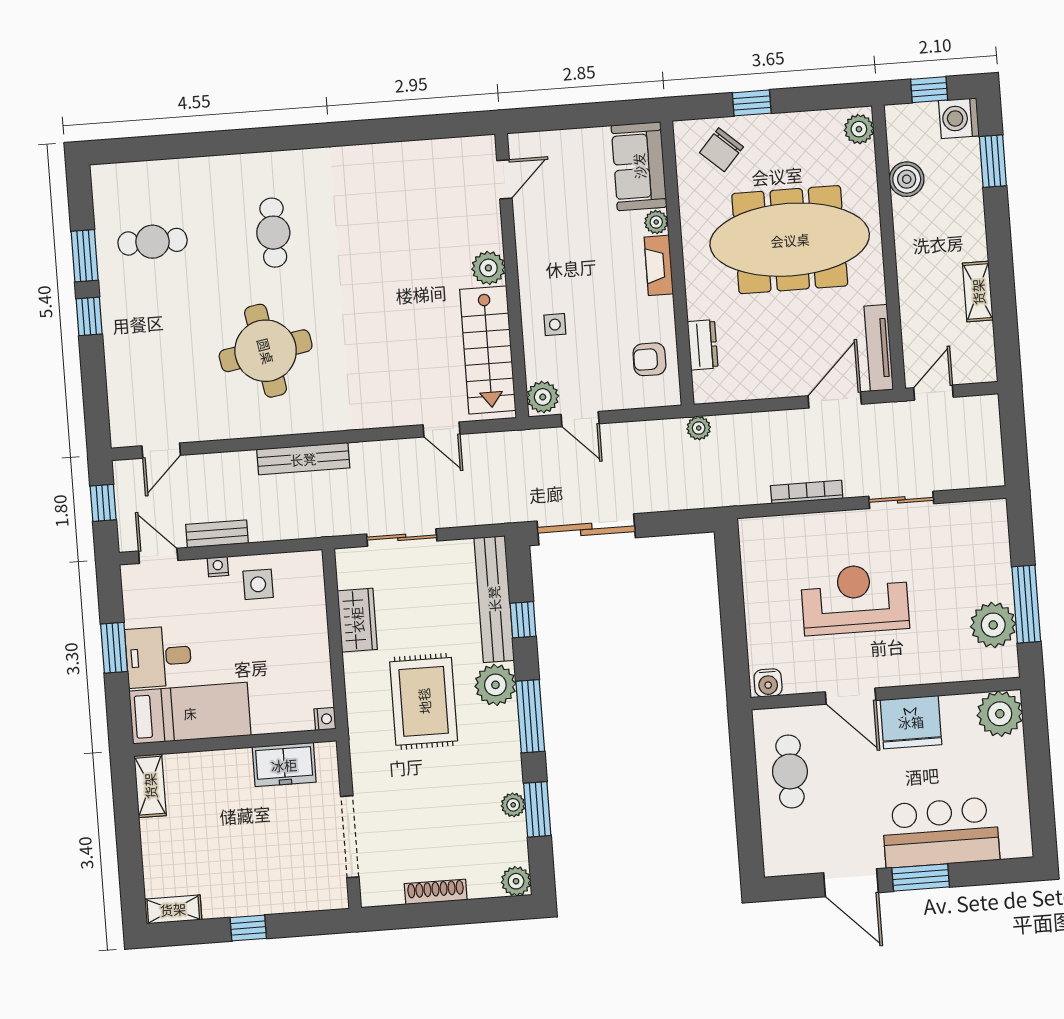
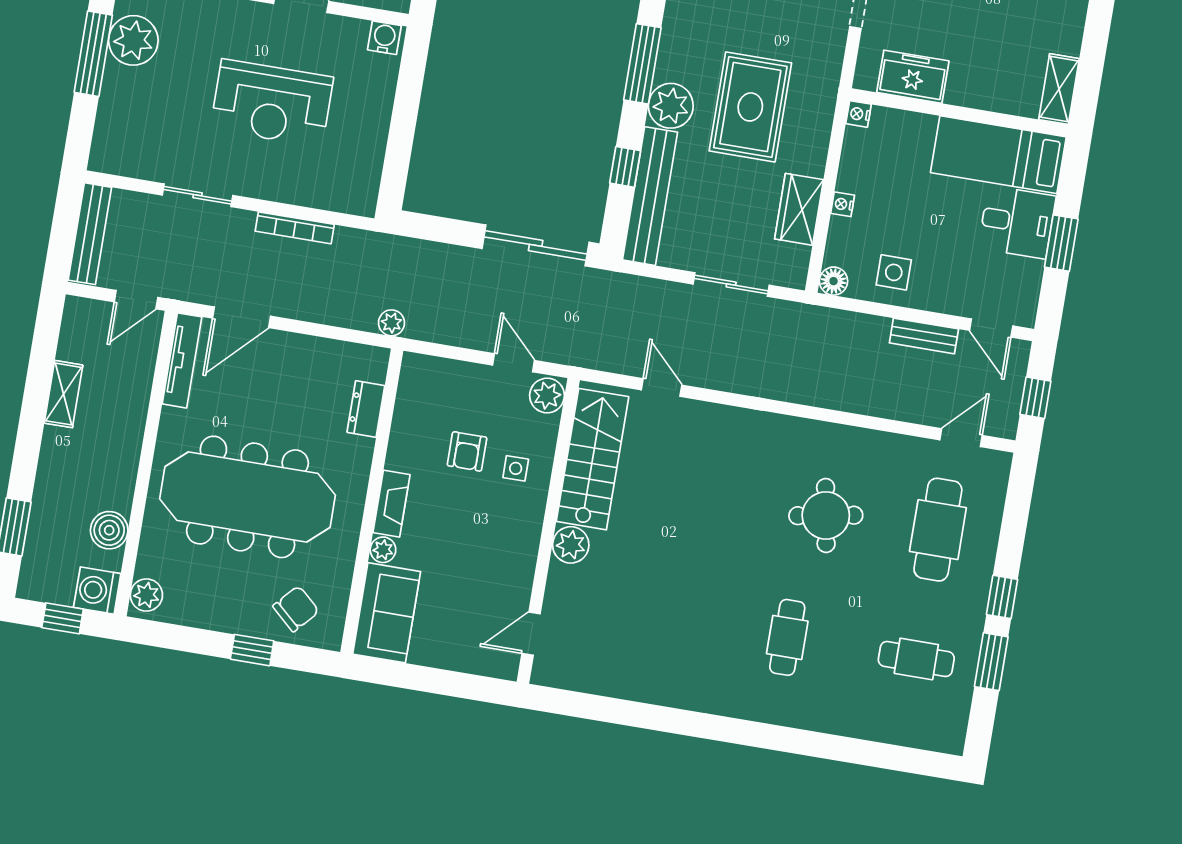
washing machine: (959, 118) -> (97, 591), moved, turned 180
round table: (266, 351) -> (826, 515), width x0.73, depth x0.73
armchair: (649, 359) -> (467, 451), moved, turned 90
cafe table: (162, 363) -> (938, 530), added
bench: (303, 459) -> (90, 234), moved, turned 90
floor lamp: (310, 563) -> (834, 281), added
nightstand: (218, 567) -> (843, 204), moved, turned 90

